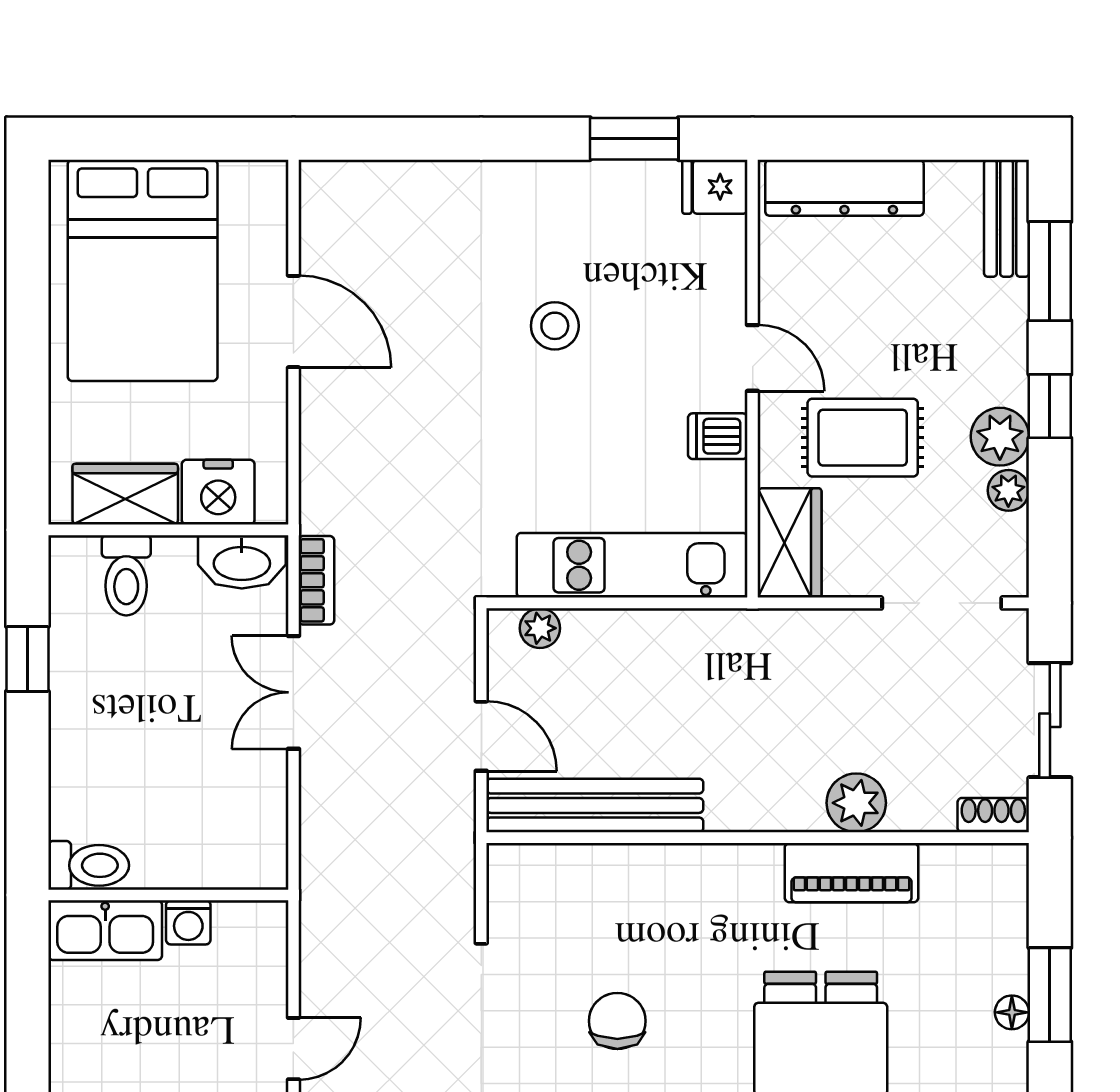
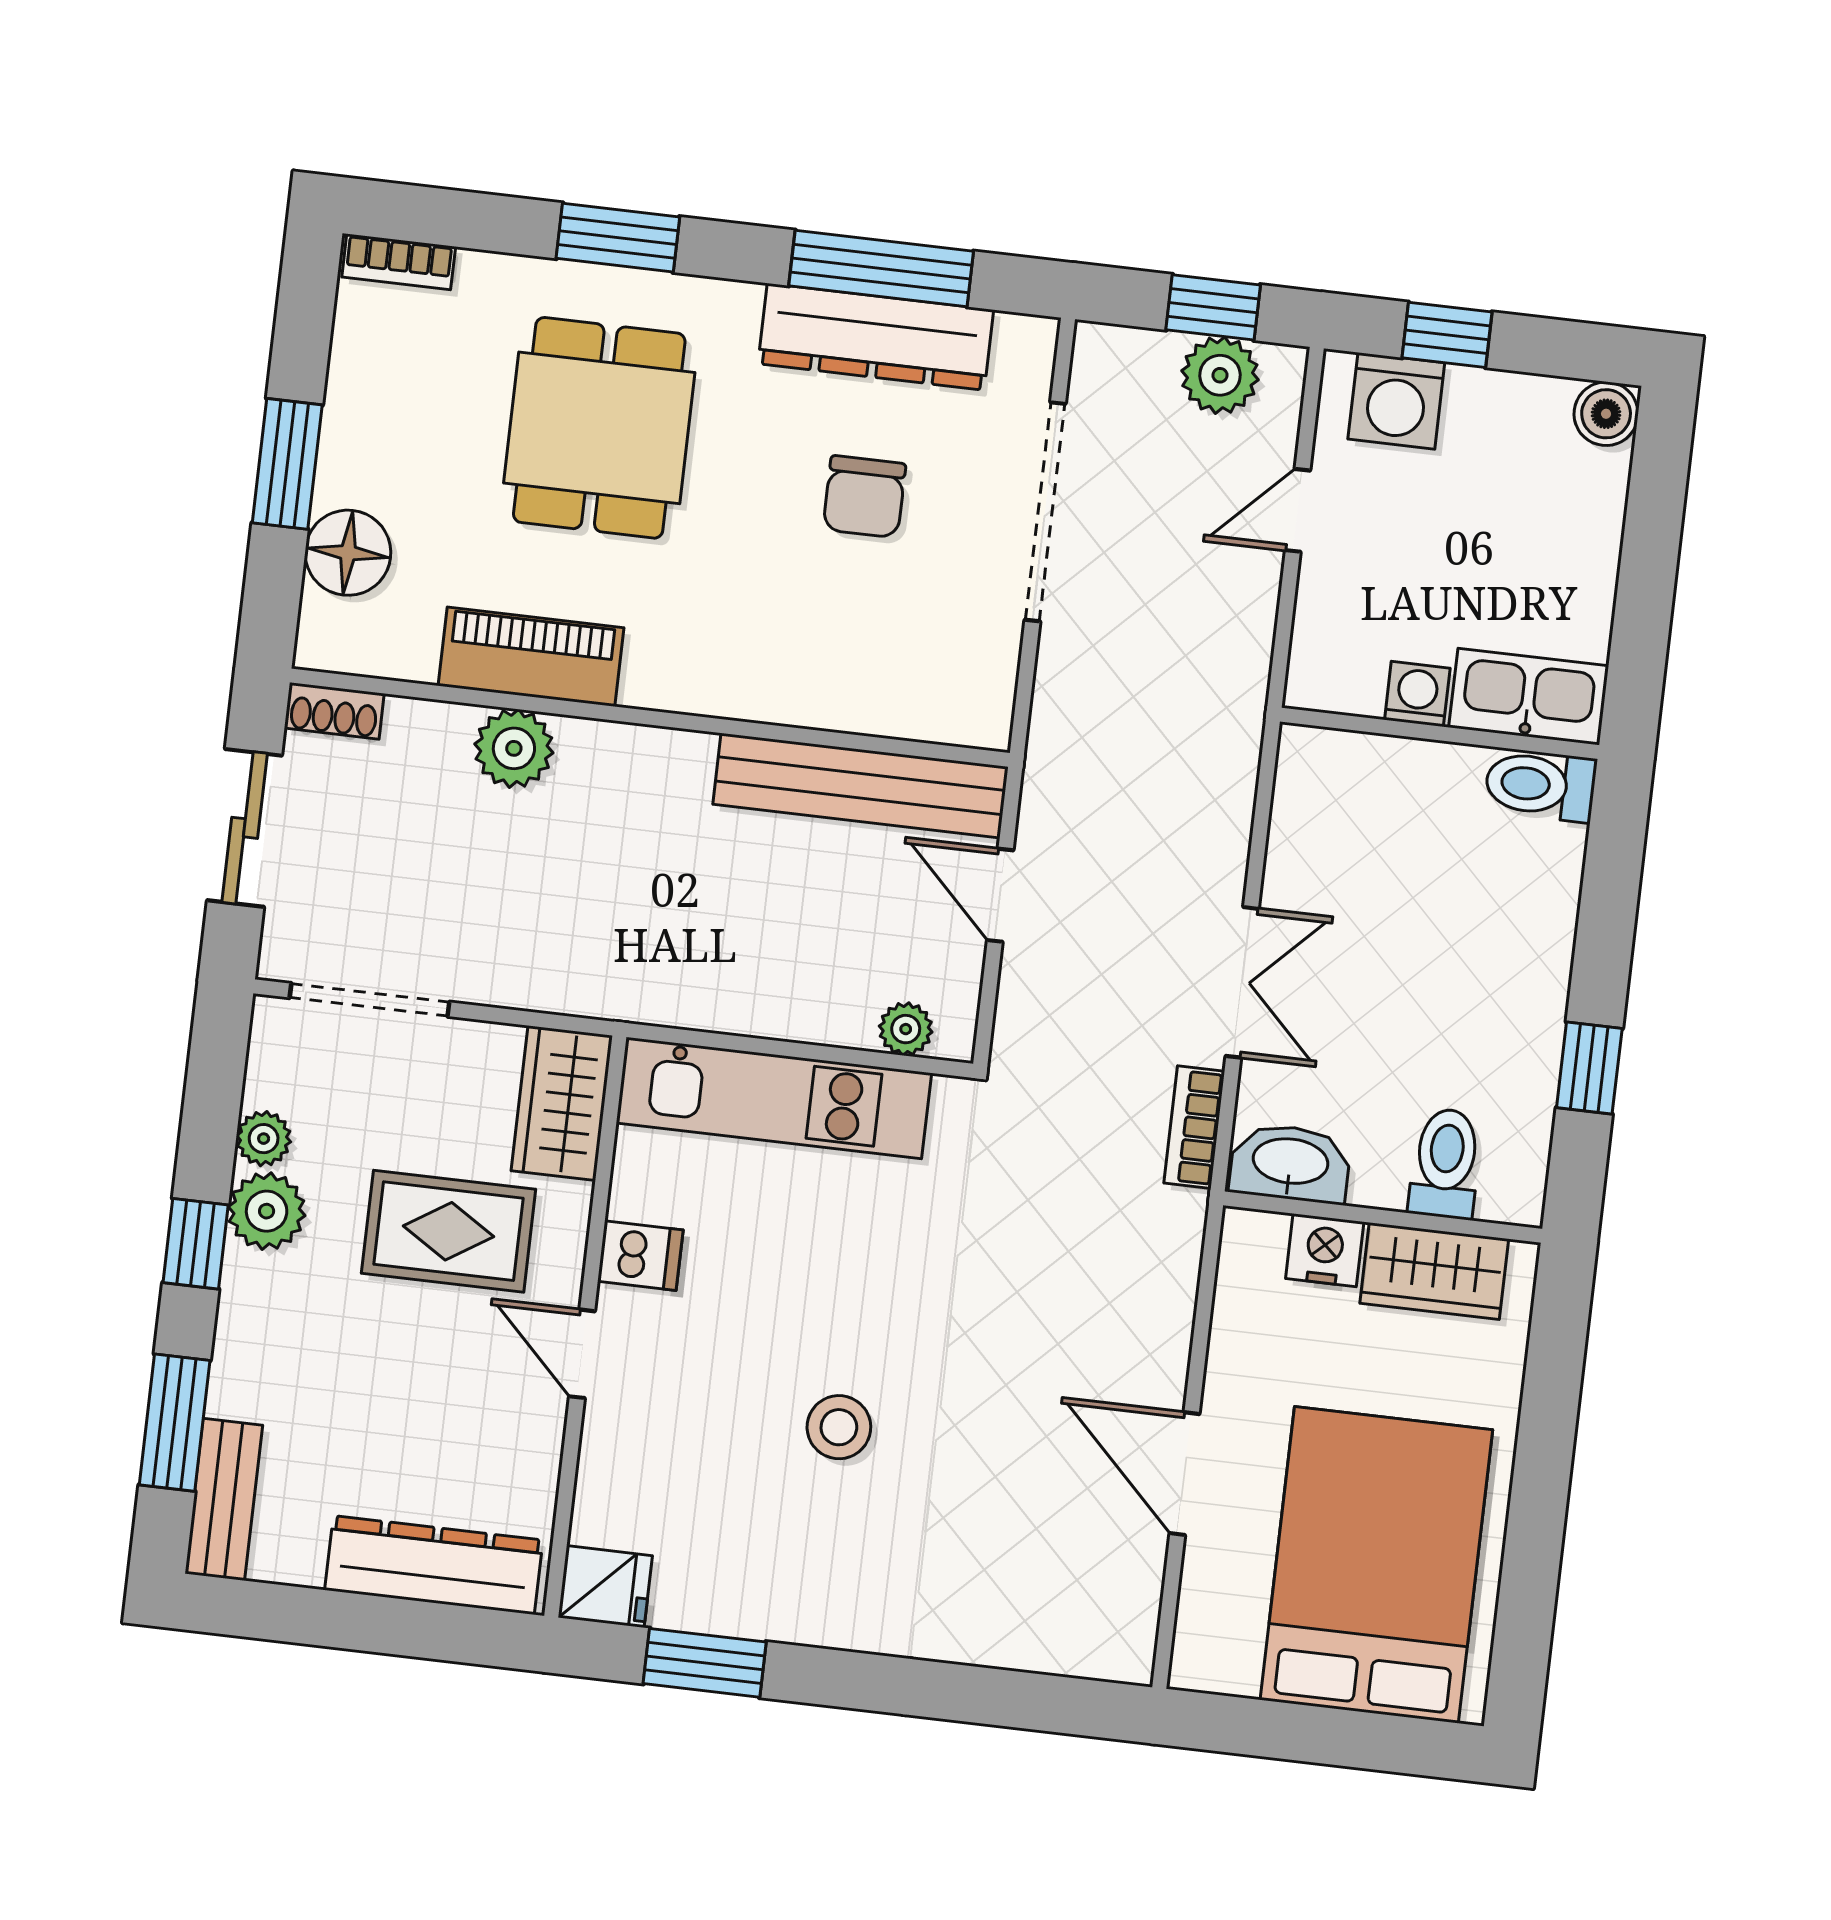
nightstand: (218, 492) -> (1325, 1250), width x0.74, depth x0.75
floor lamp: (1012, 1012) -> (348, 553), moved, width x1.89, depth x1.89

